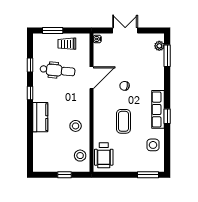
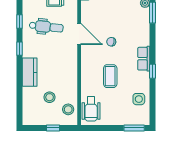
door: (91, 78) -> (79, 34), hinge flipped
row of seats: (158, 109) -> (144, 59), width x0.68
stool: (76, 126) -> (50, 97), moved

